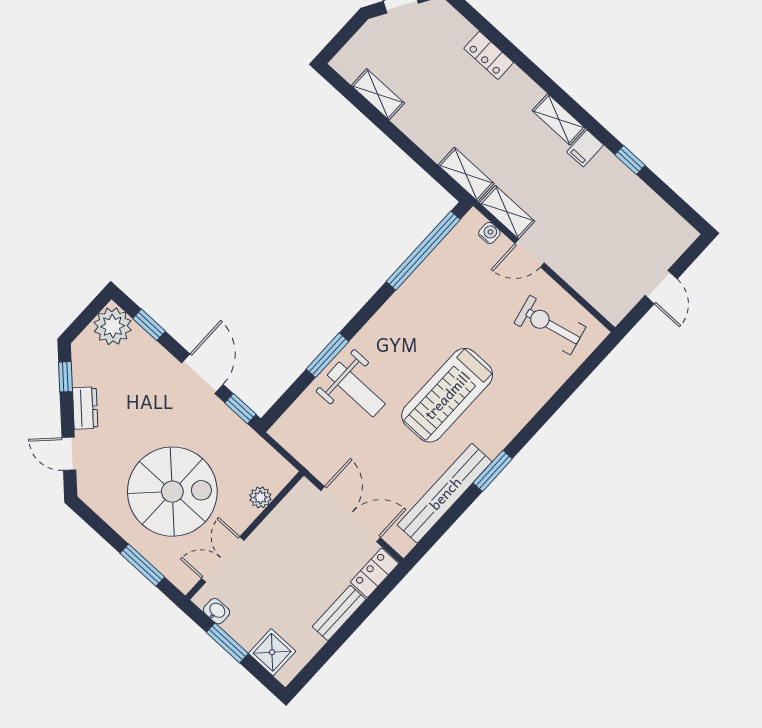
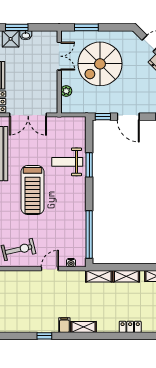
shelving: (507, 212) -> (126, 276), moved
treadmill: (447, 395) -> (32, 190), turned 180
washbasin: (216, 611) -> (26, 35), moved
window: (227, 643) -> (17, 27), moved

